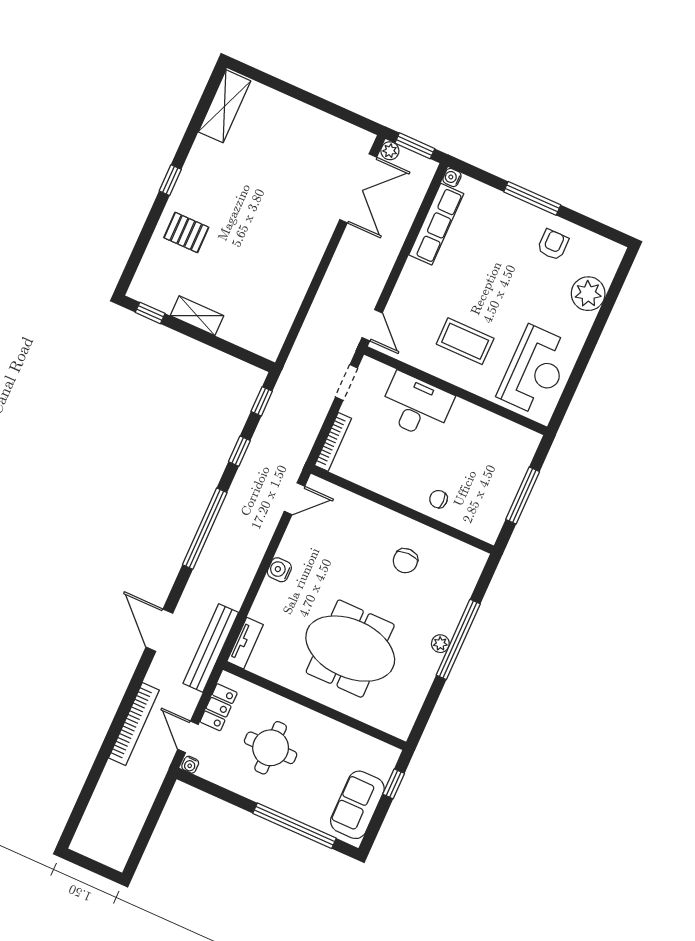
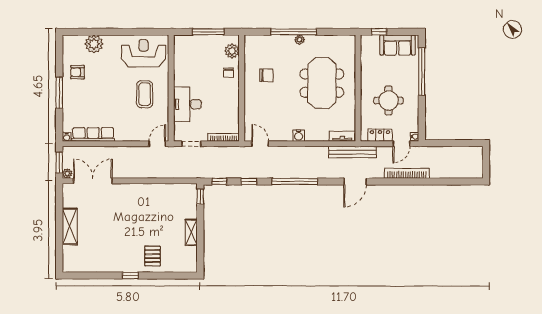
shelving: (224, 106) -> (70, 226), moved, turned 90
window: (150, 313) -> (200, 197), moved
plant: (472, 521) -> (232, 51), added

